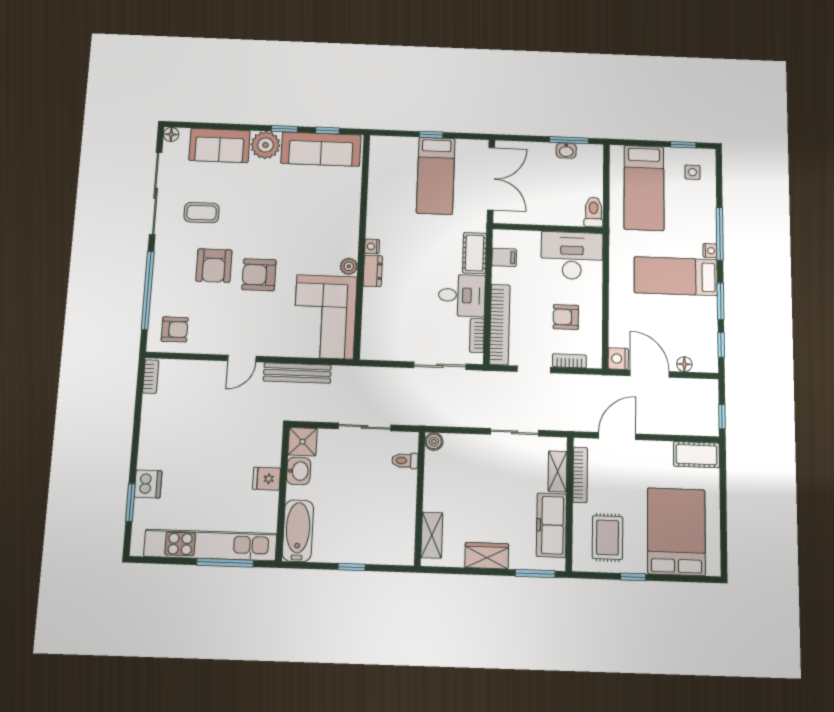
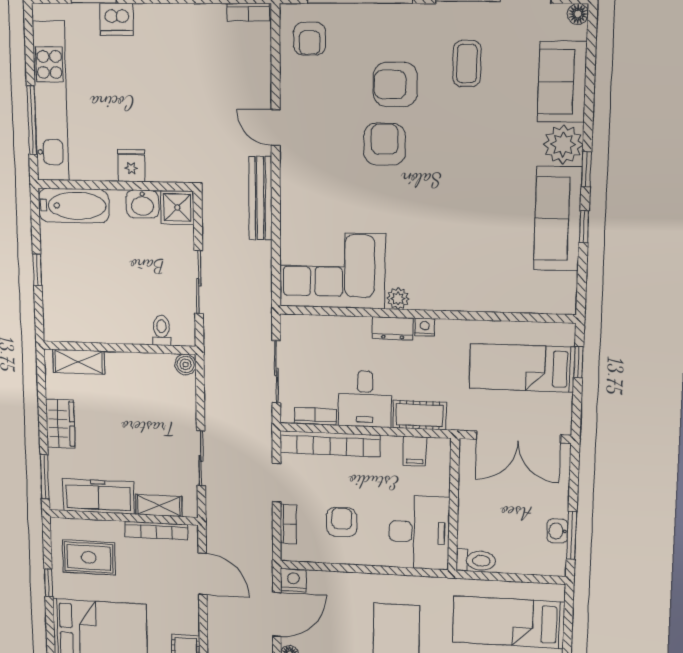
wall: (362, 245) -> (426, 314), moved
nightstand: (372, 246) -> (425, 327), moved
plant: (349, 266) -> (398, 298), moved
dresser: (373, 271) -> (393, 328), moved
corner sofa: (325, 317) -> (332, 270), moved

